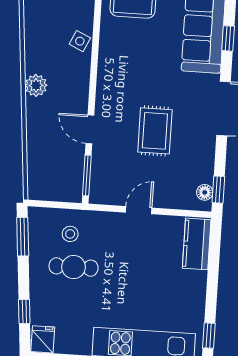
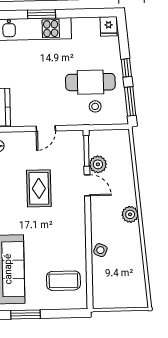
plant: (73, 156) -> (98, 164), added
cafe table: (74, 267) -> (90, 82), width x1.37, depth x1.35
window: (24, 311) -> (126, 68), moved

